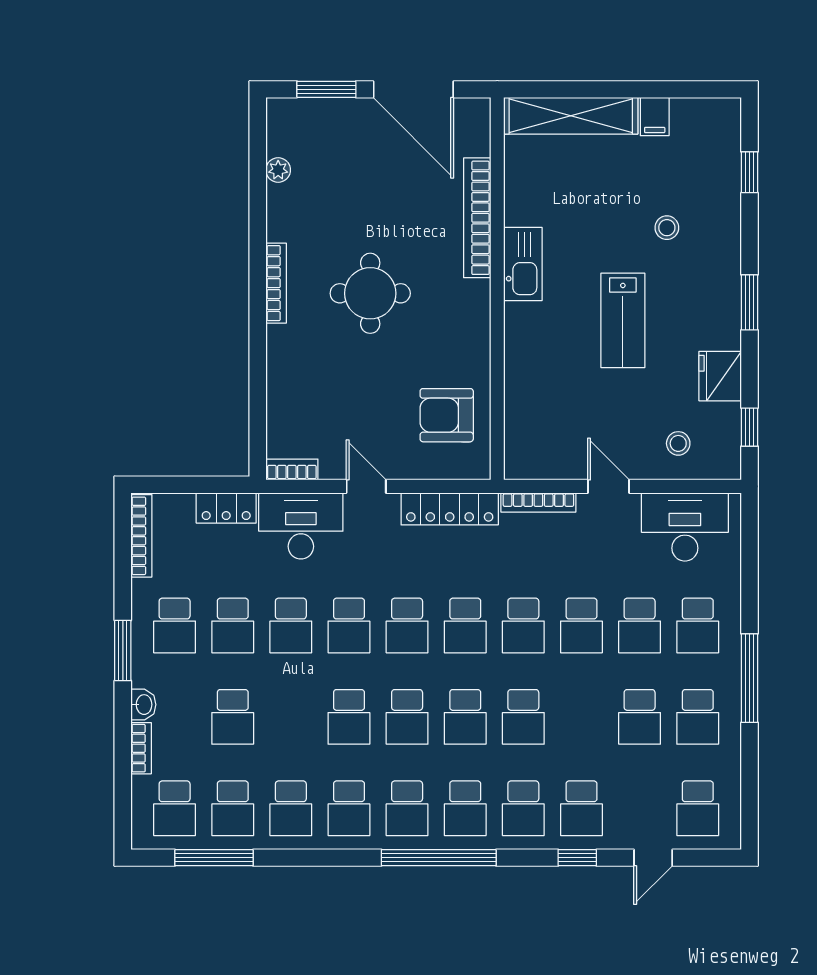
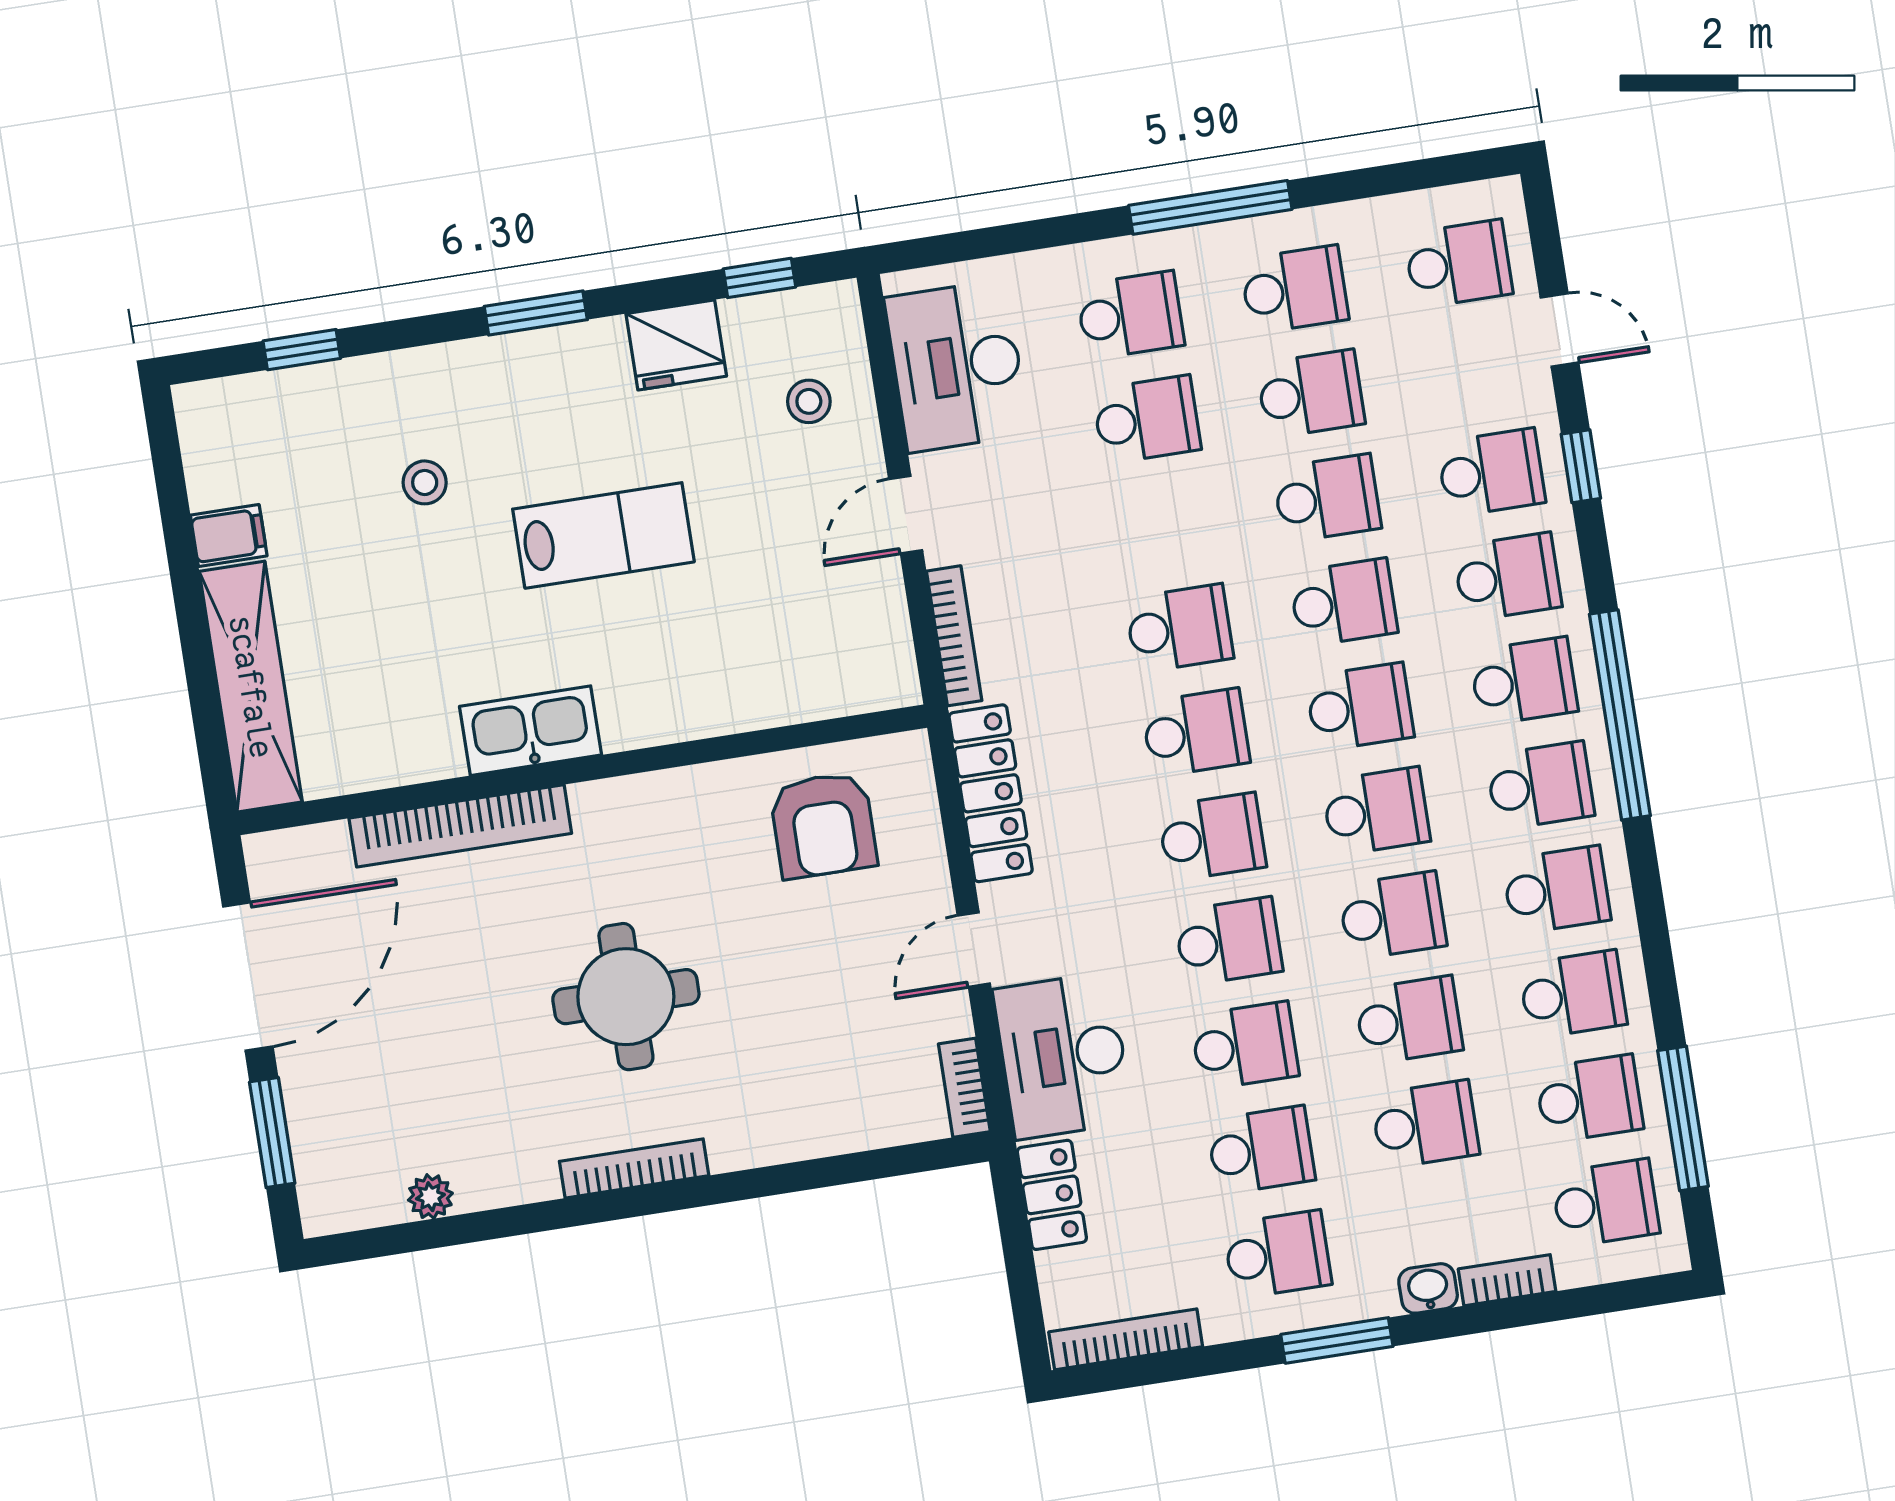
school desk: (581, 625) -> (1327, 498), moved
school desk: (291, 717) -> (1409, 1020), added

